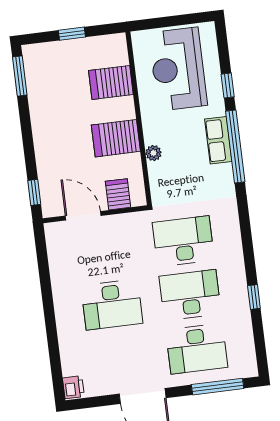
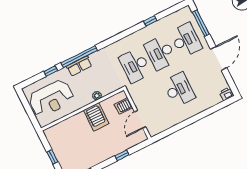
server rack: (111, 82) -> (70, 129), removed
window: (34, 192) -> (122, 155), moved

